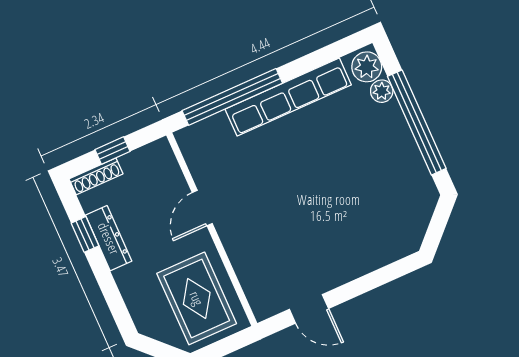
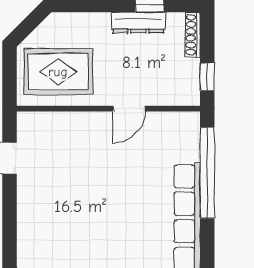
window: (113, 150) -> (207, 77), moved
door: (202, 208) -> (129, 109), swing flipped

